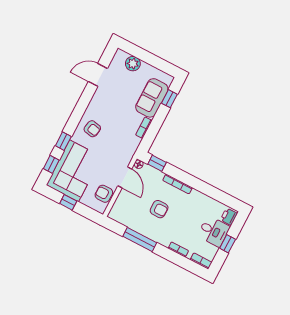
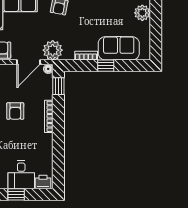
window: (169, 99) -> (106, 66), moved
plant: (125, 153) -> (53, 50), added

